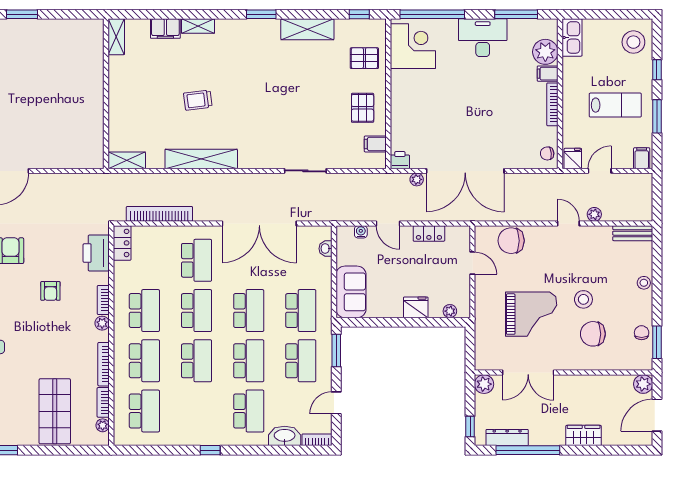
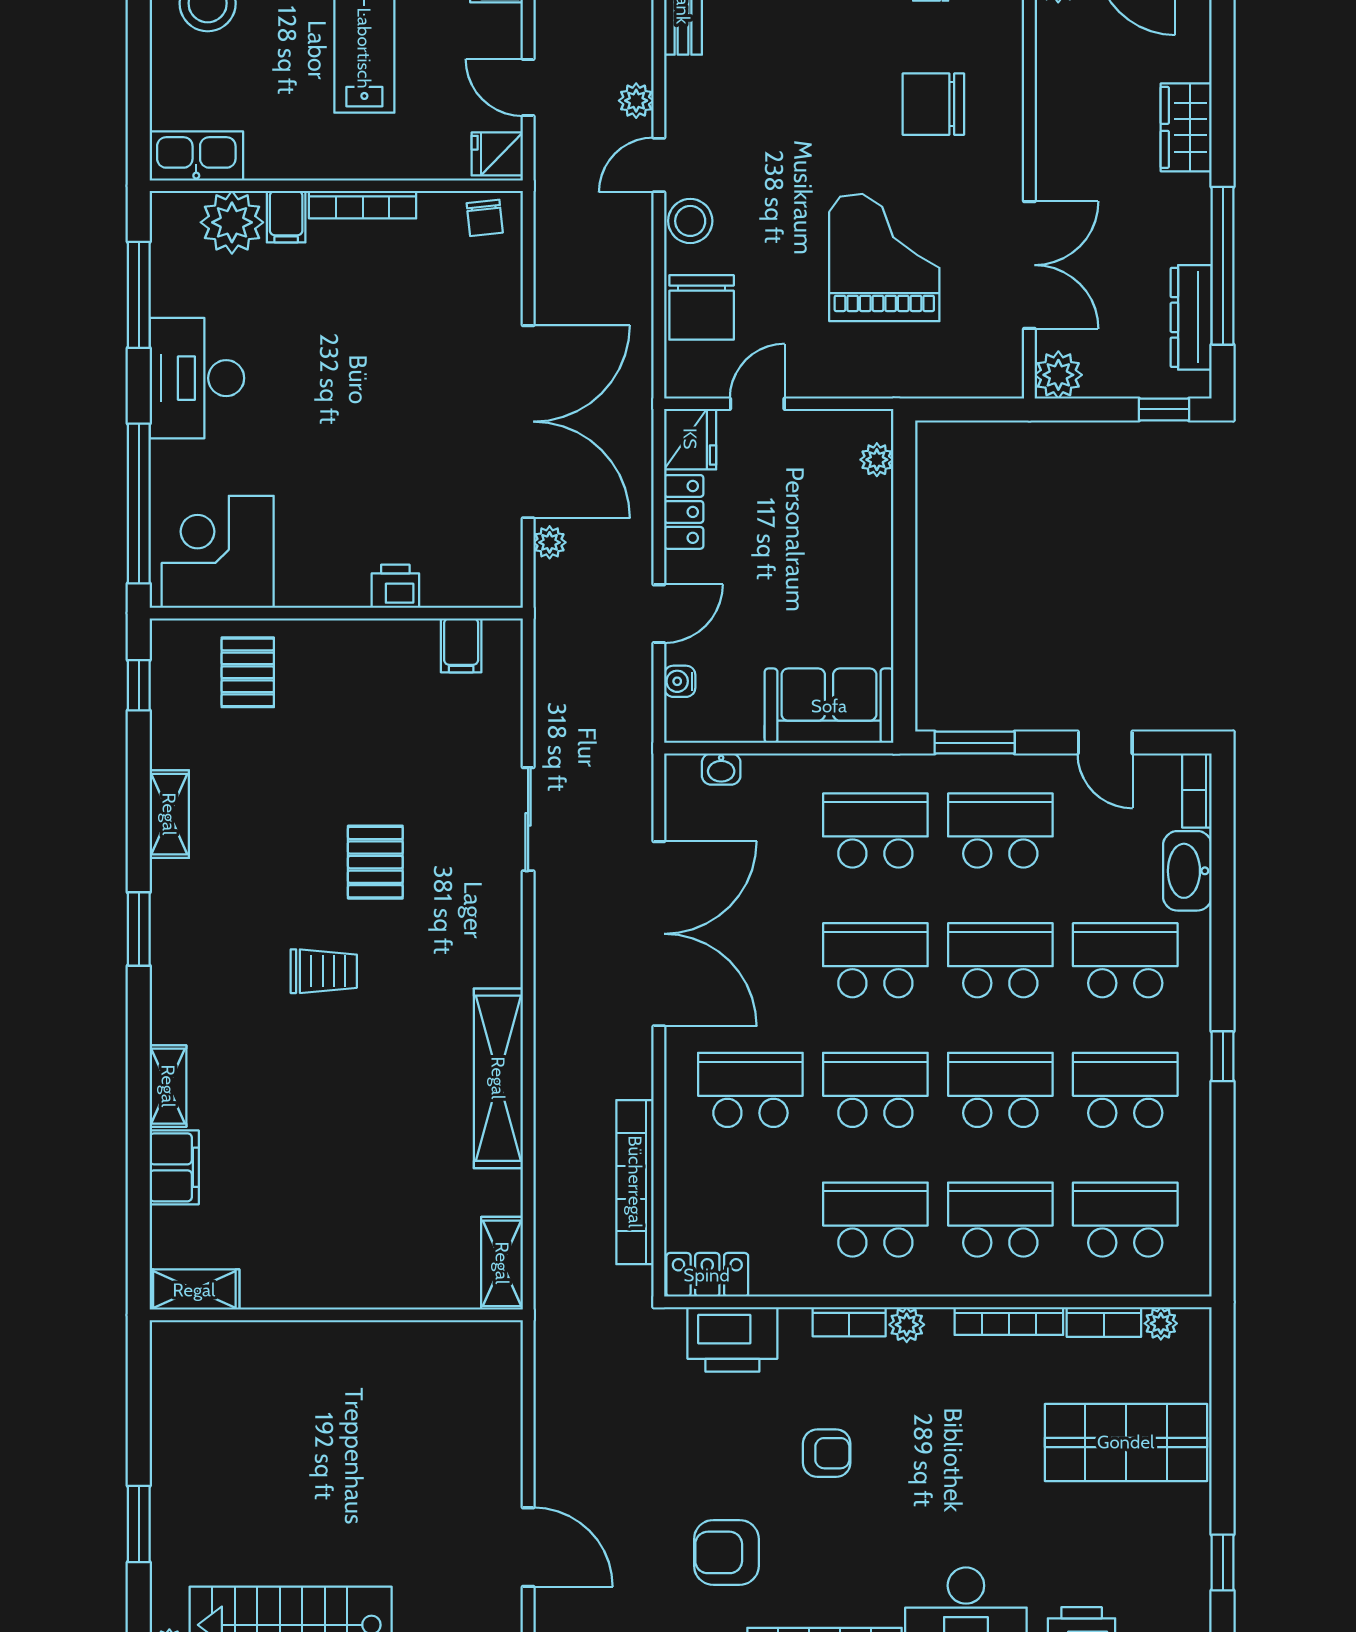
shelving: (307, 29) -> (169, 814), width x0.67, depth x0.75
trolley: (198, 100) -> (324, 971), moved, turned -83
pallet: (363, 108) -> (375, 862), moved, turned 90
printer: (400, 160) -> (395, 586), moved, turned 90
stool: (583, 299) -> (690, 221), moved
fridge: (416, 307) -> (690, 439), moved, turned 180
chair: (593, 334) -> (933, 104), turned 90
school desk: (197, 411) -> (1125, 1090), added

